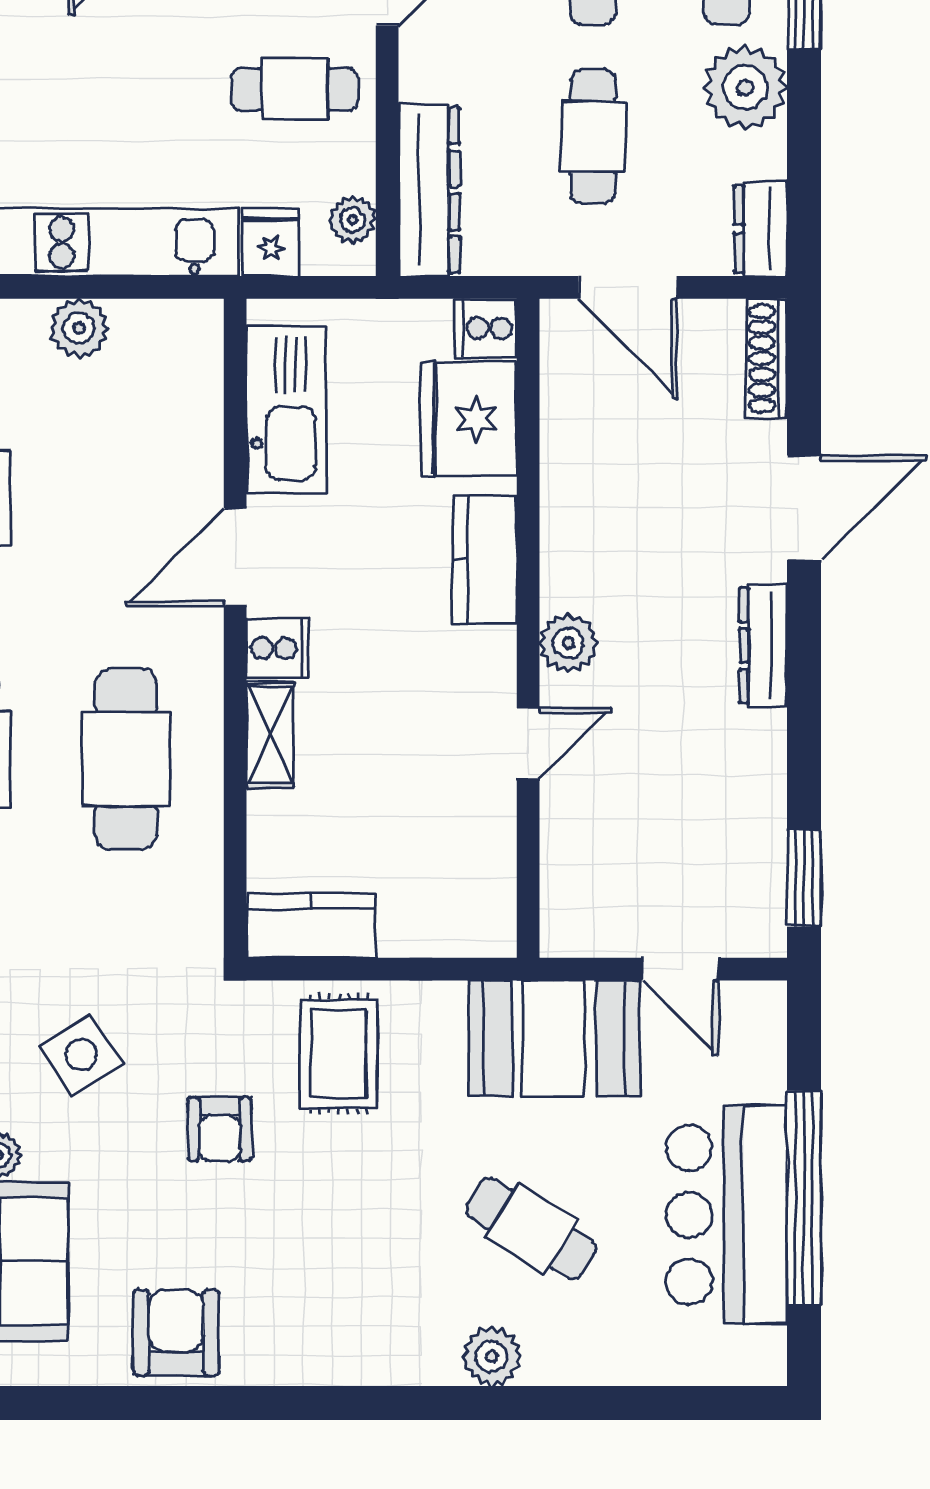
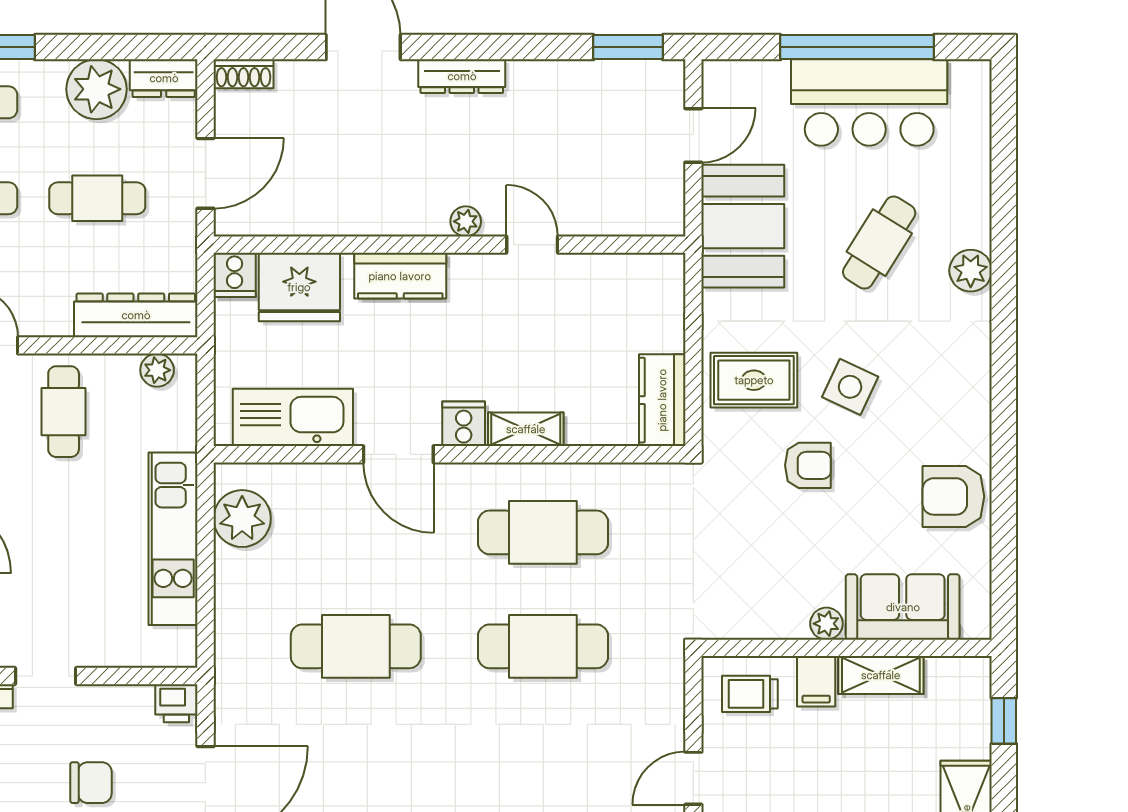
plant: (745, 88) -> (97, 89), moved
fridge: (271, 242) -> (173, 429), removed
plant: (79, 328) -> (242, 519), moved, width x1.36, depth x1.36
shoe rack: (767, 359) -> (243, 74), width x0.70
plant: (568, 643) -> (466, 221), width x0.73, depth x0.73
side table: (81, 1055) -> (850, 387), moved, turned -33

